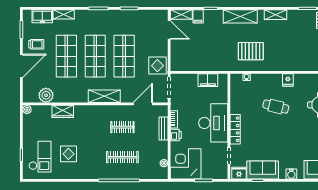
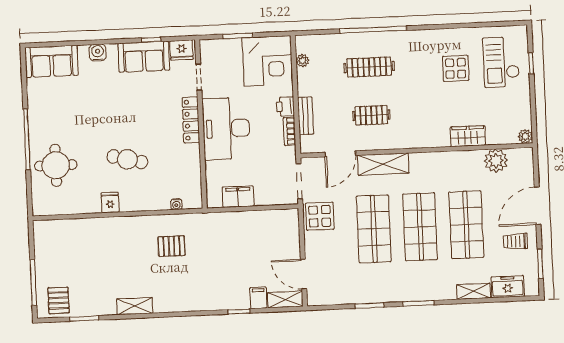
shelving: (240, 16) -> (191, 301), removed
pallet: (251, 51) -> (172, 246), width x0.67, depth x0.71
shelving: (104, 96) -> (383, 164), moved

